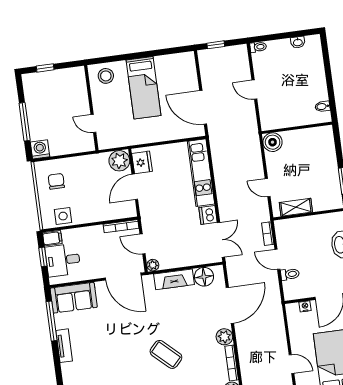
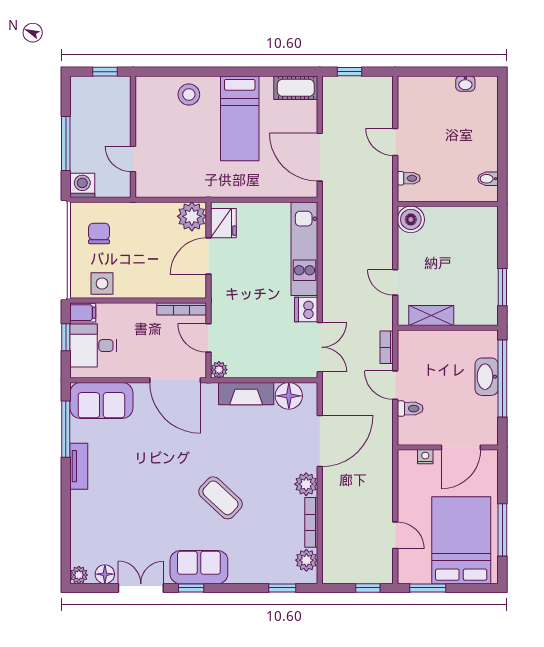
toilet: (258, 47) -> (409, 178), moved
cot: (180, 61) -> (296, 88), added
wall: (91, 108) -> (133, 137), moved
door: (93, 123) -> (133, 159), moved

